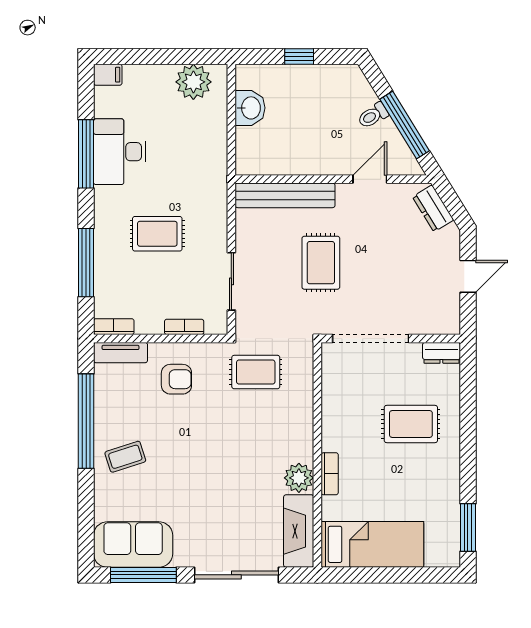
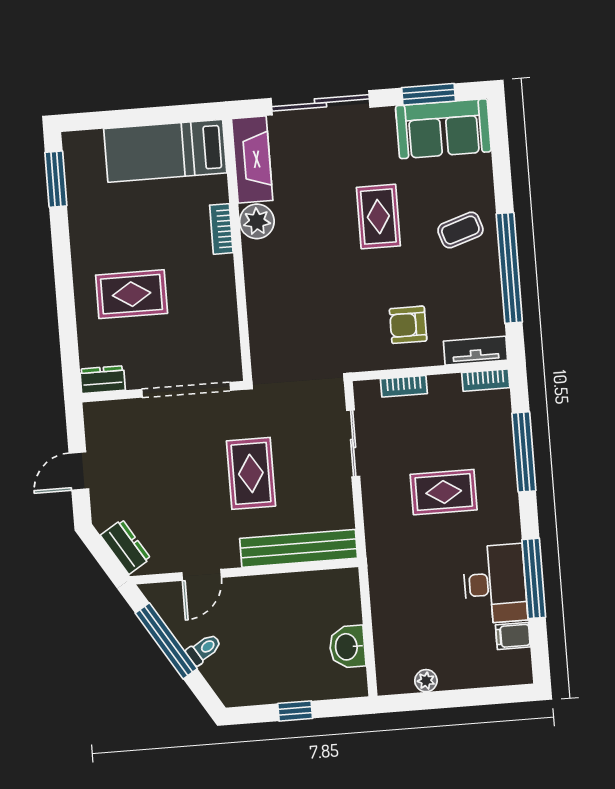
filing cabinet: (108, 75) -> (513, 636), moved
plant: (193, 82) -> (426, 681), width x0.53, depth x0.53
rug: (256, 372) -> (378, 217), moved, turned 90
window: (143, 575) -> (429, 94), width x0.69

